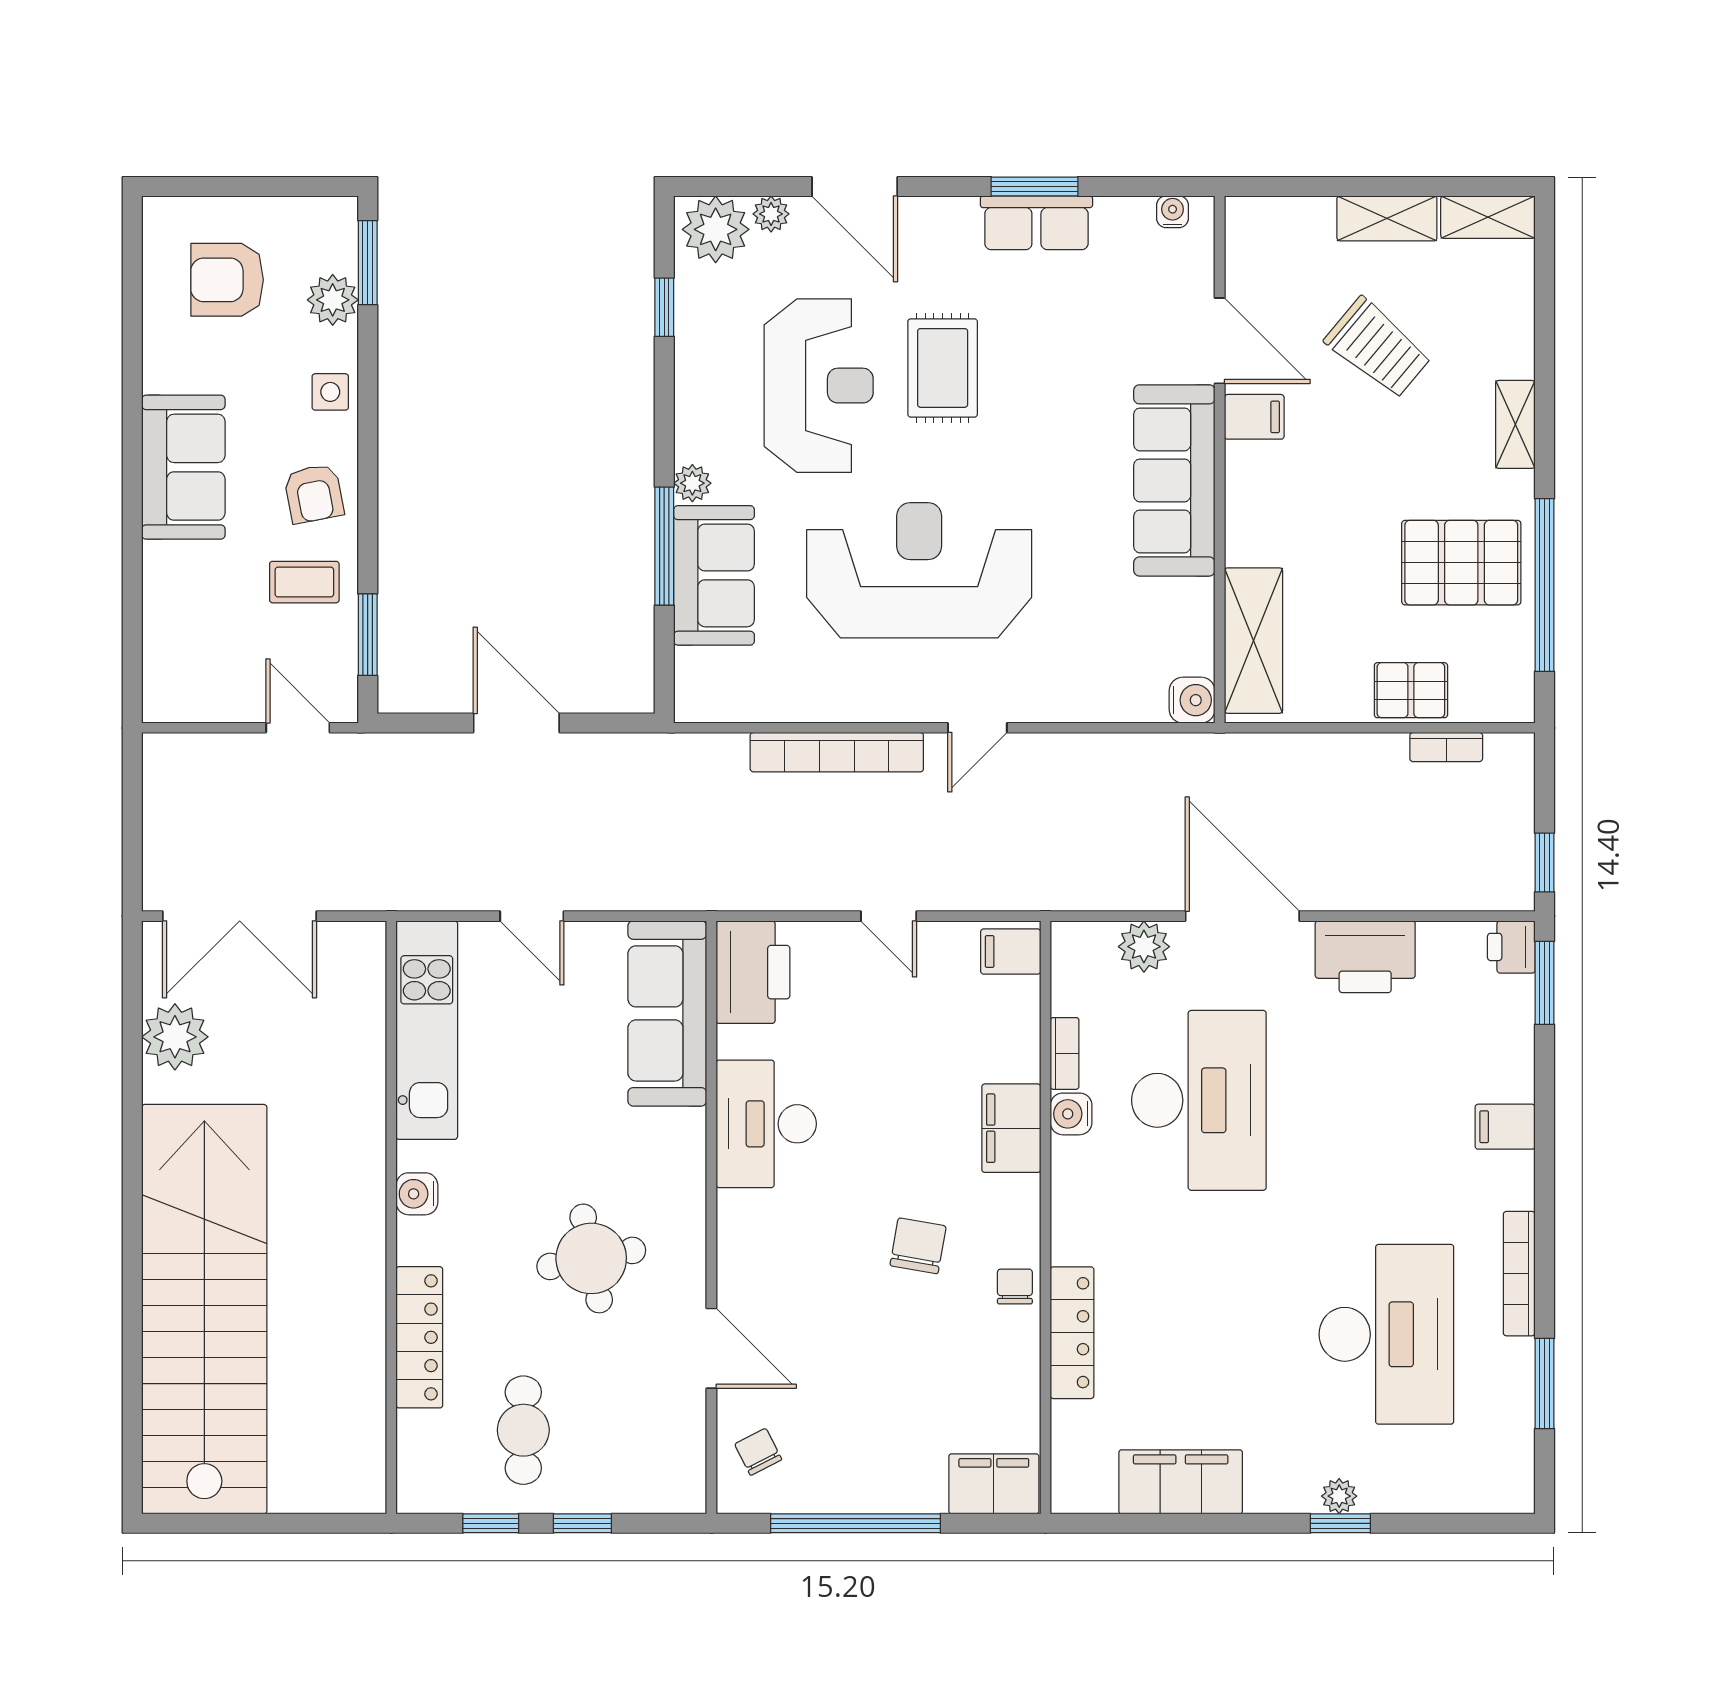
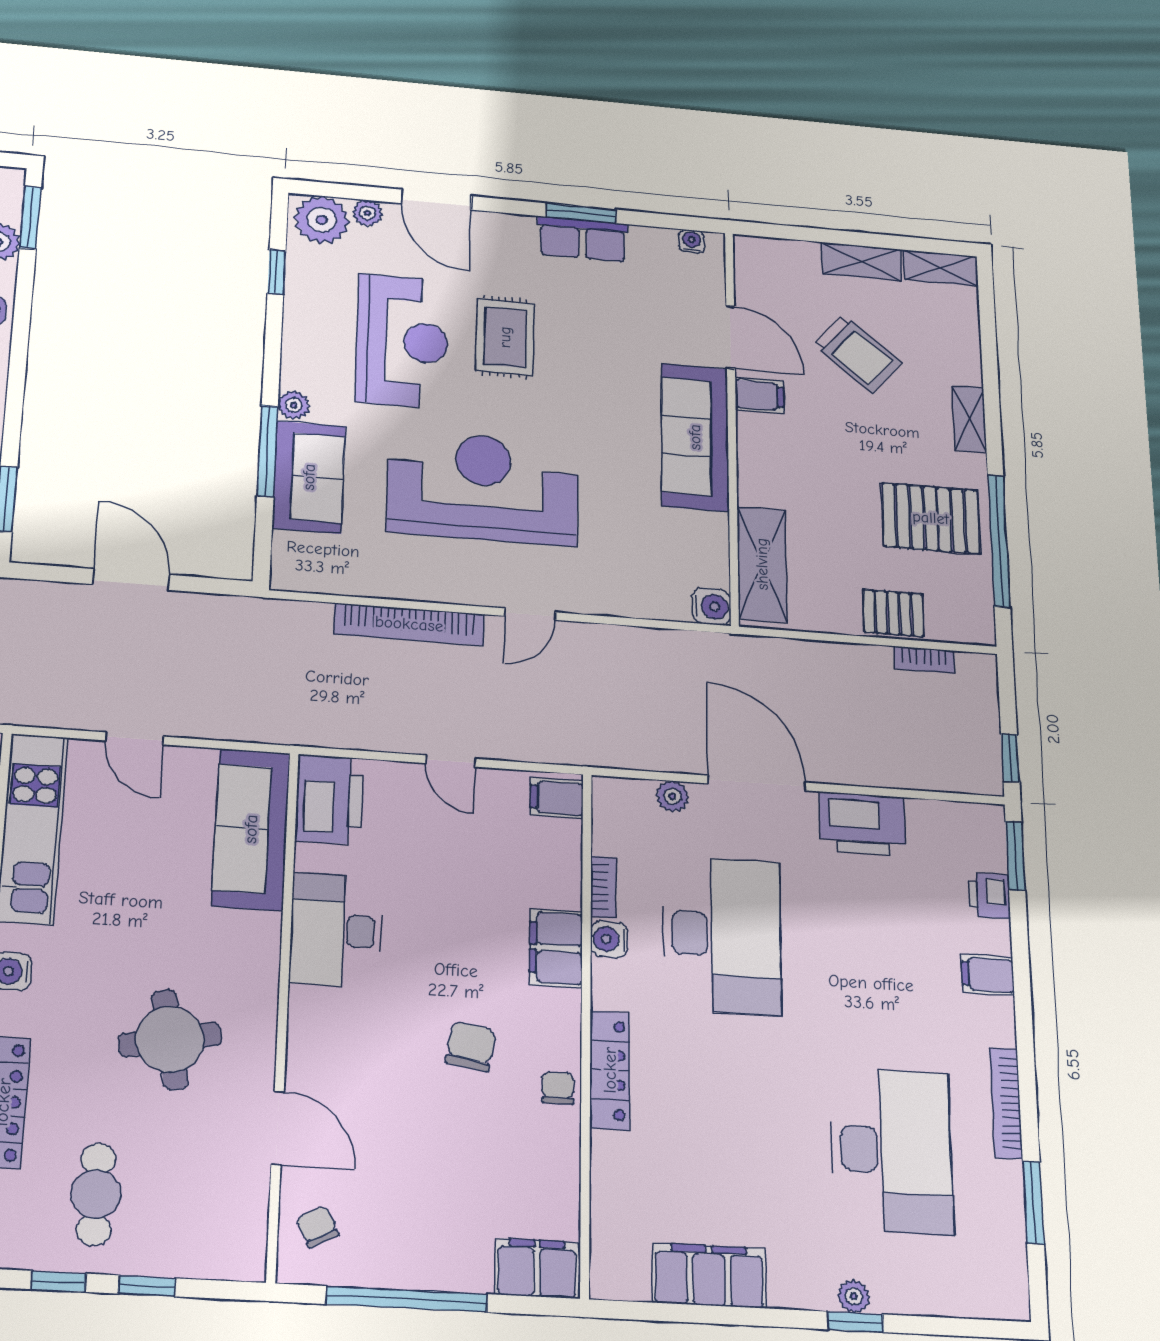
plant: (1144, 947) -> (672, 796), width x0.73, depth x0.73
printer: (1511, 947) -> (989, 895), moved
locker: (1072, 1333) -> (610, 1070), moved

